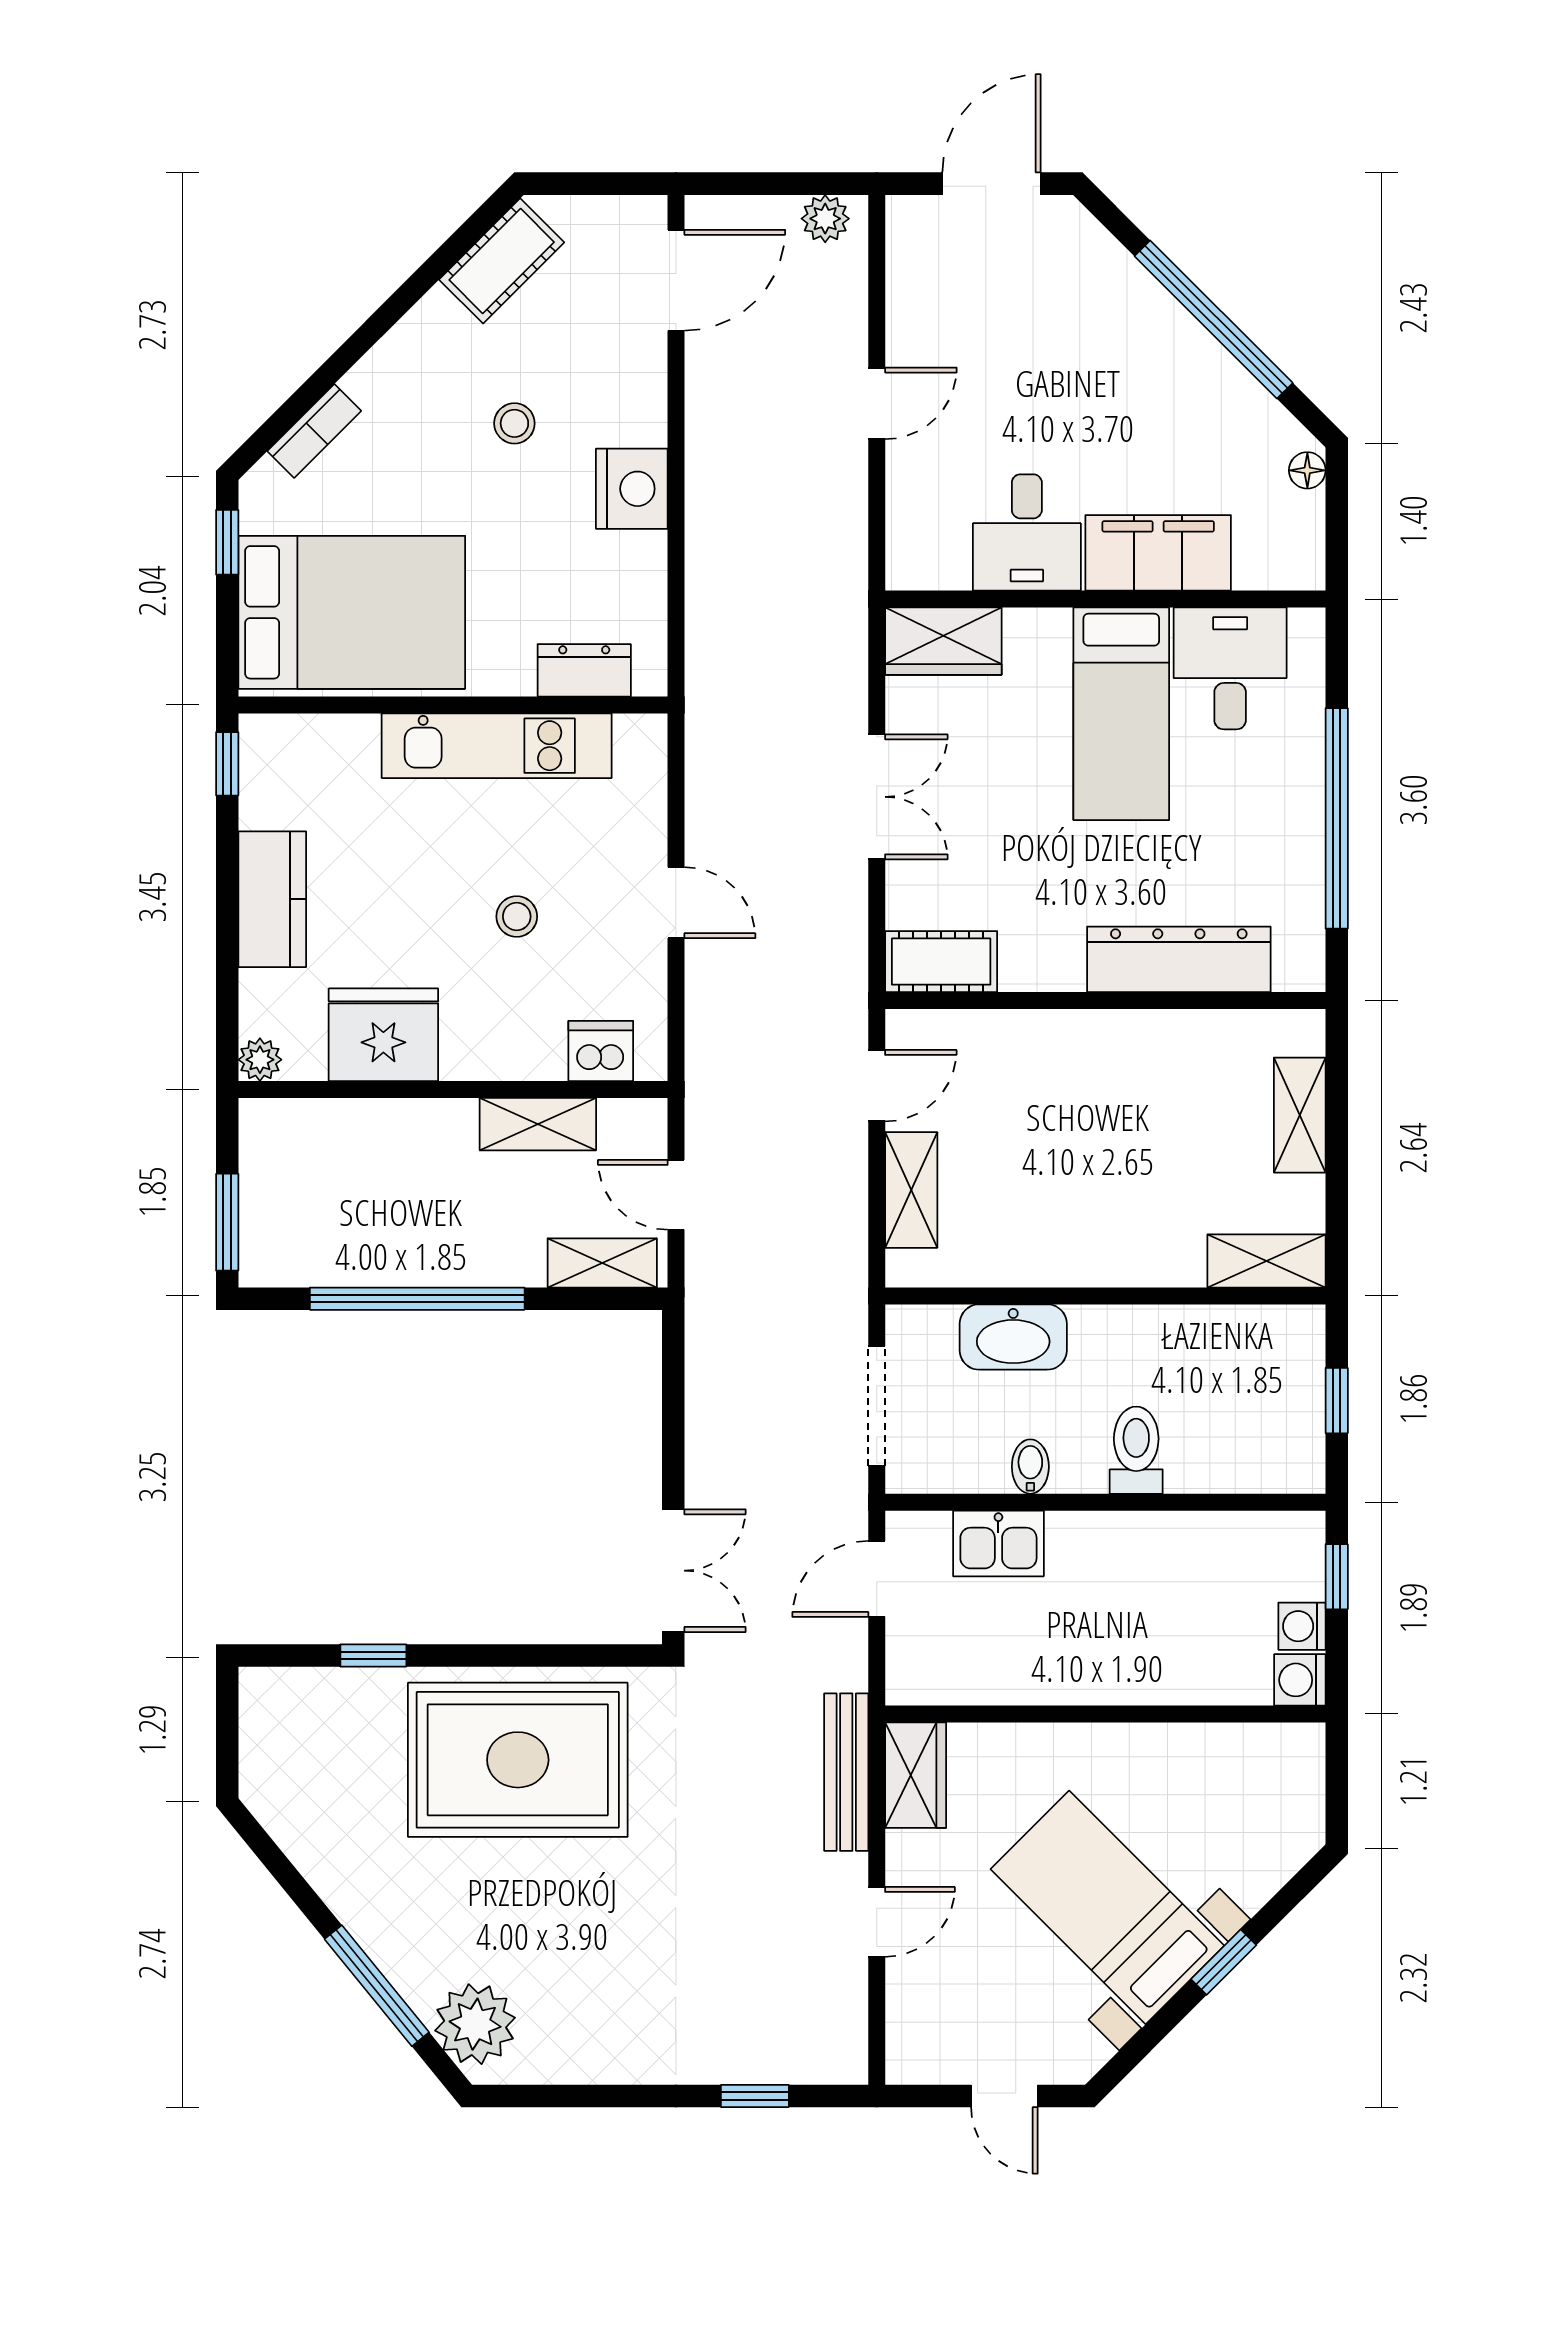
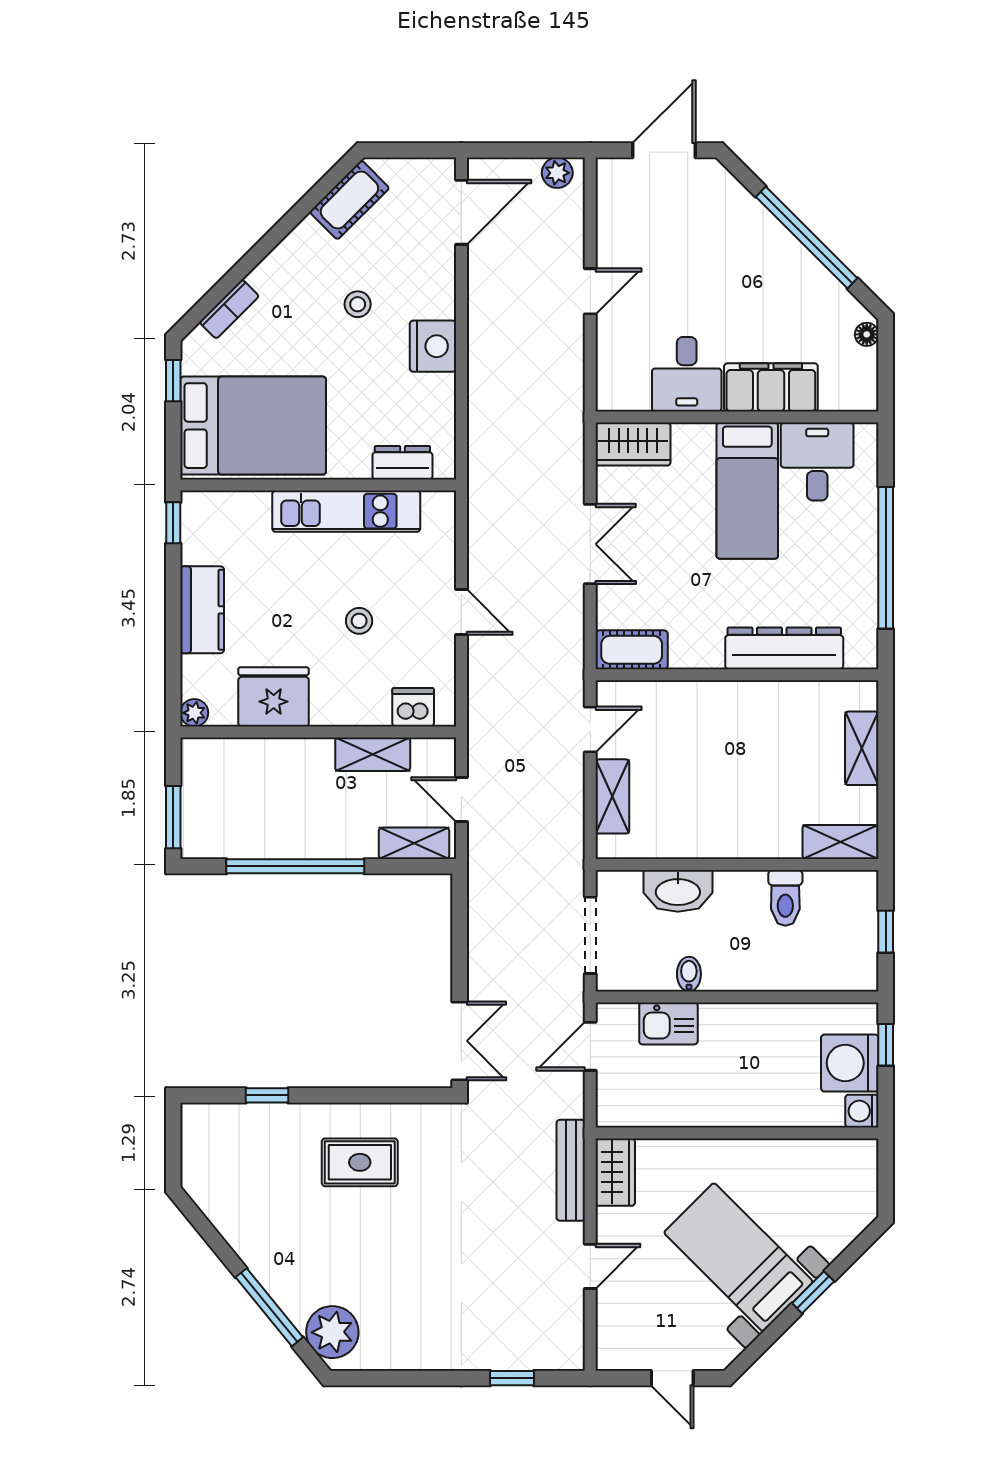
toilet: (1136, 1450) -> (785, 898), moved, turned 180
washing machine: (1302, 1626) -> (850, 1063), width x1.89, depth x1.89
rug: (518, 1760) -> (360, 1162), width x0.54, depth x0.49

